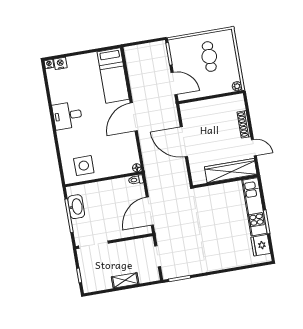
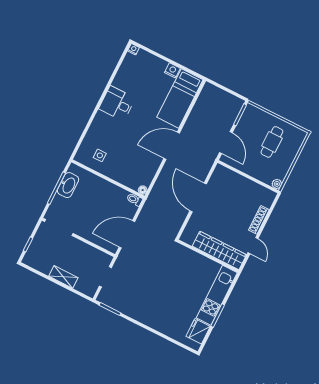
nightstand: (60, 63) -> (172, 70), moved
side table: (84, 166) -> (100, 155), width x0.54, depth x0.54

